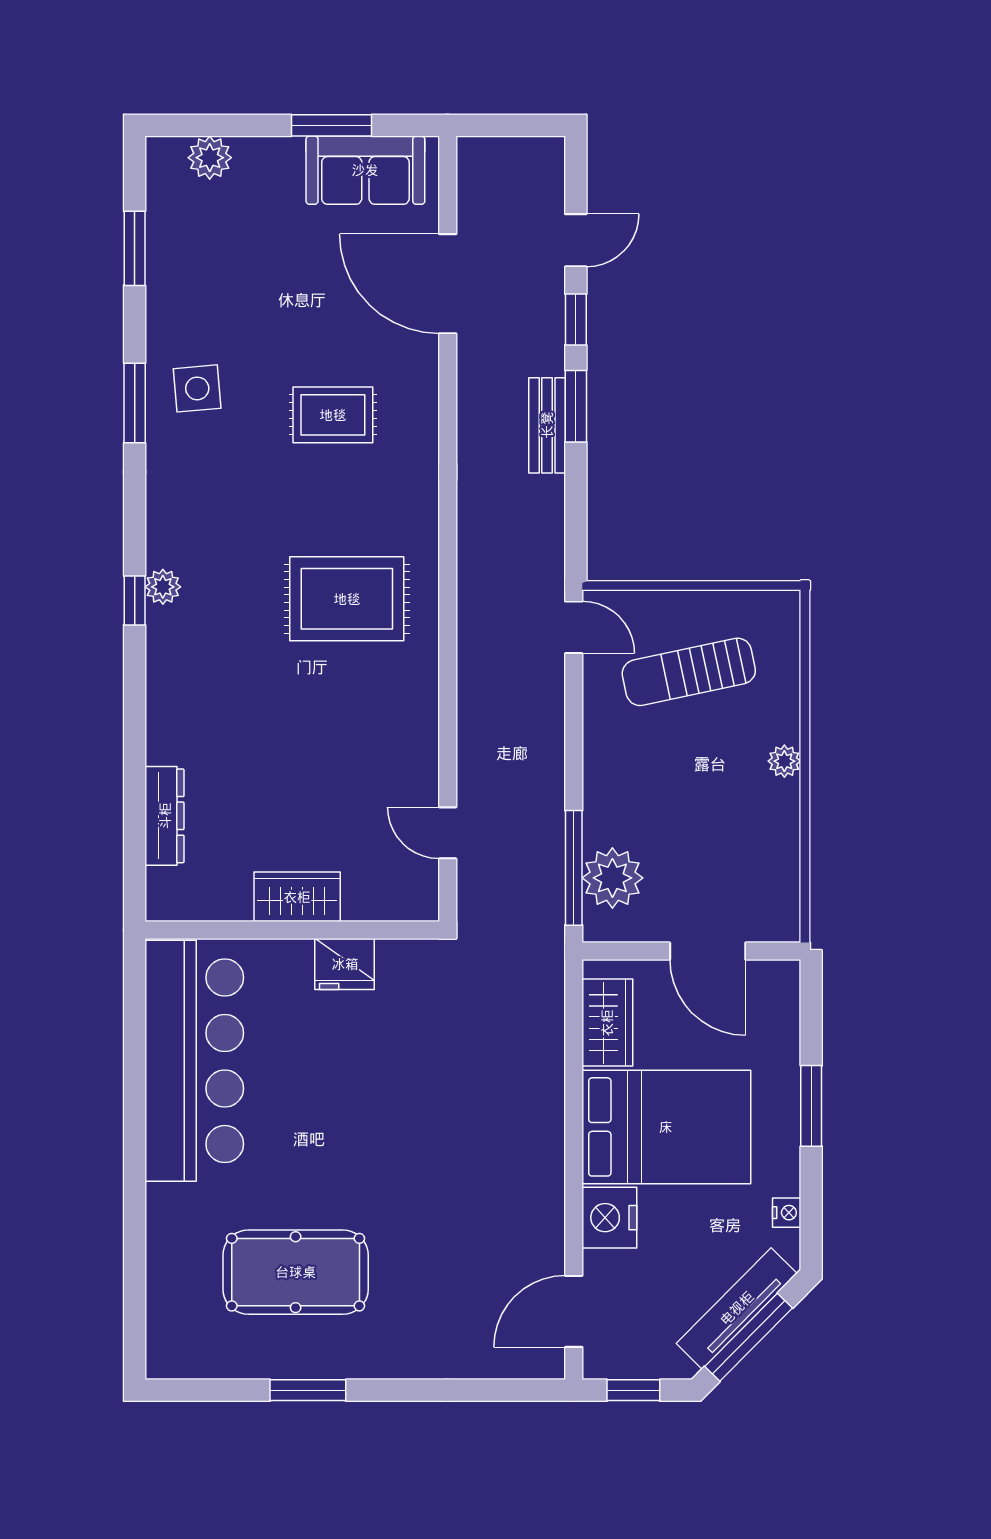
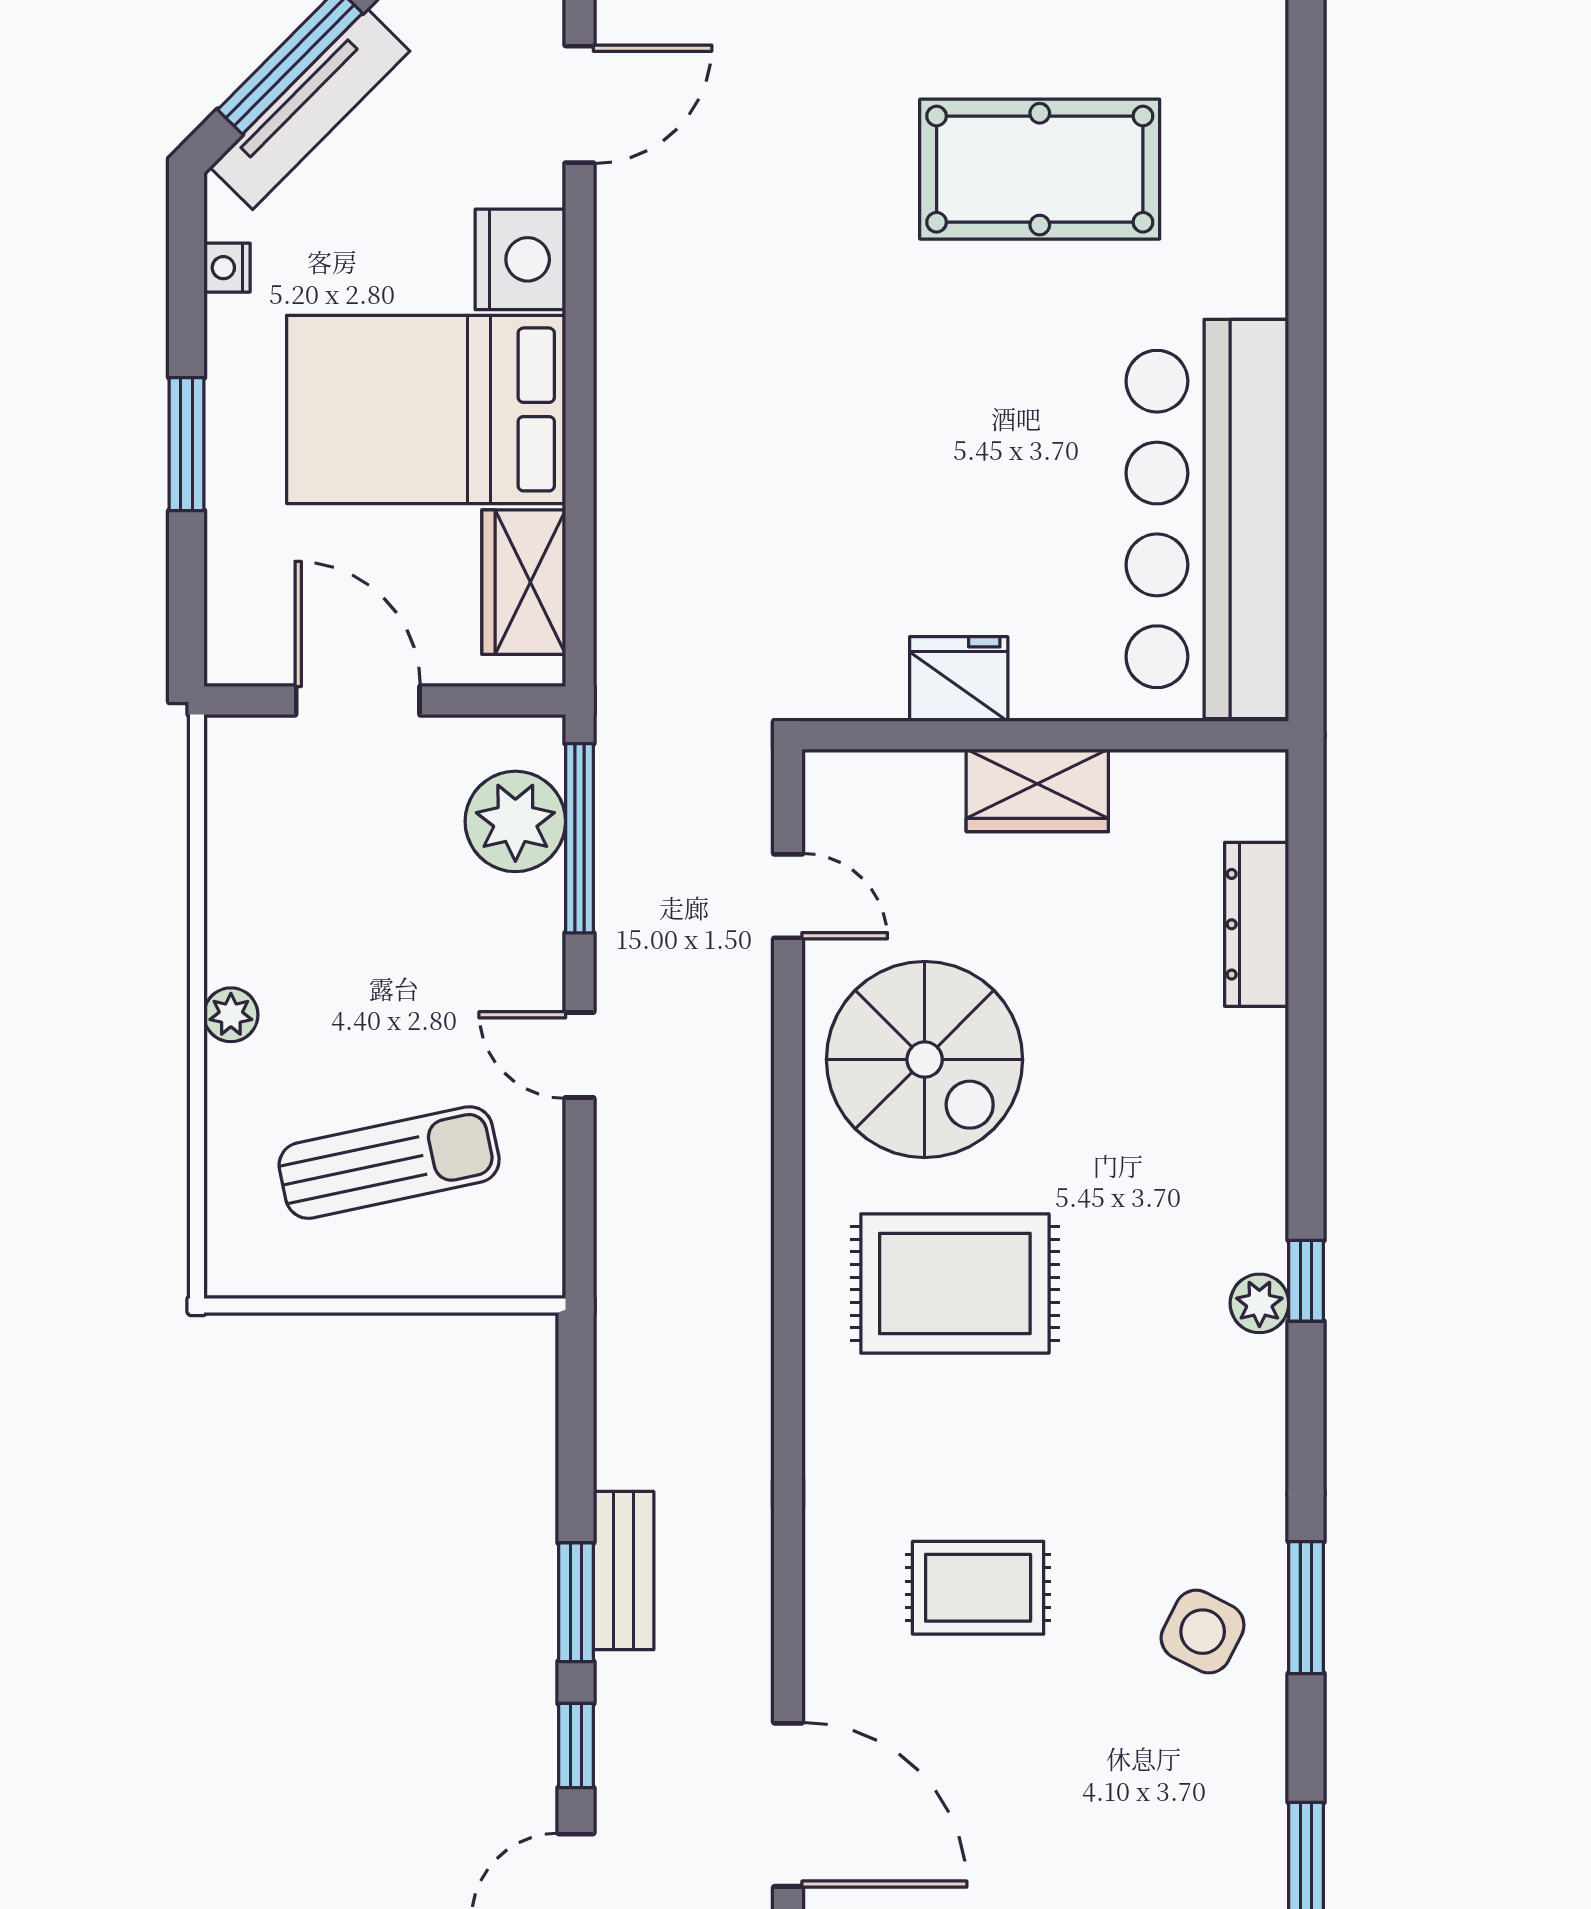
side table: (197, 388) -> (1203, 1632), turned 32
door: (574, 627) -> (579, 1055), moved
spiral stairs: (365, 734) -> (925, 1060), added

